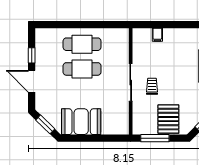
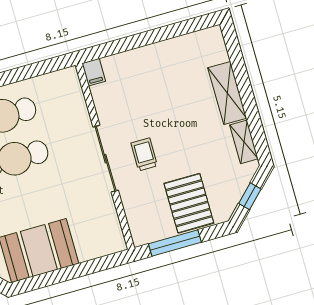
filing cabinet: (157, 35) -> (94, 72), moved

